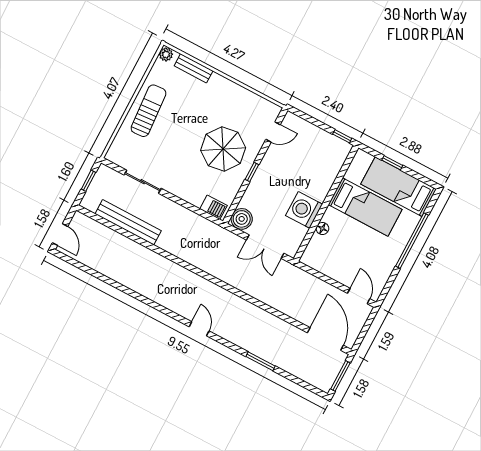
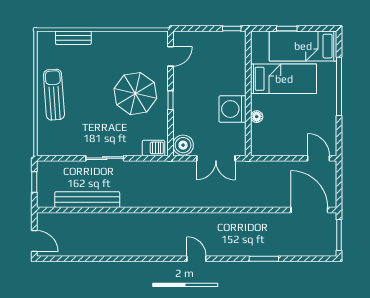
plant: (166, 54) -> (43, 38), removed
sliding door: (143, 182) -> (105, 158), moved

